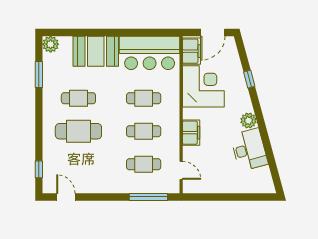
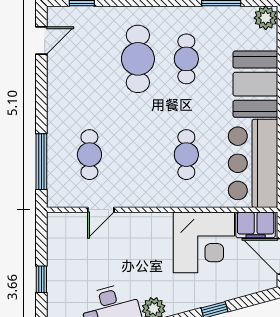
cafe table: (144, 131) -> (138, 155), removed
filing cabinet: (191, 133) -> (136, 224), removed
door: (181, 170) -> (101, 210), moved
window: (228, 197) -> (41, 279), added

